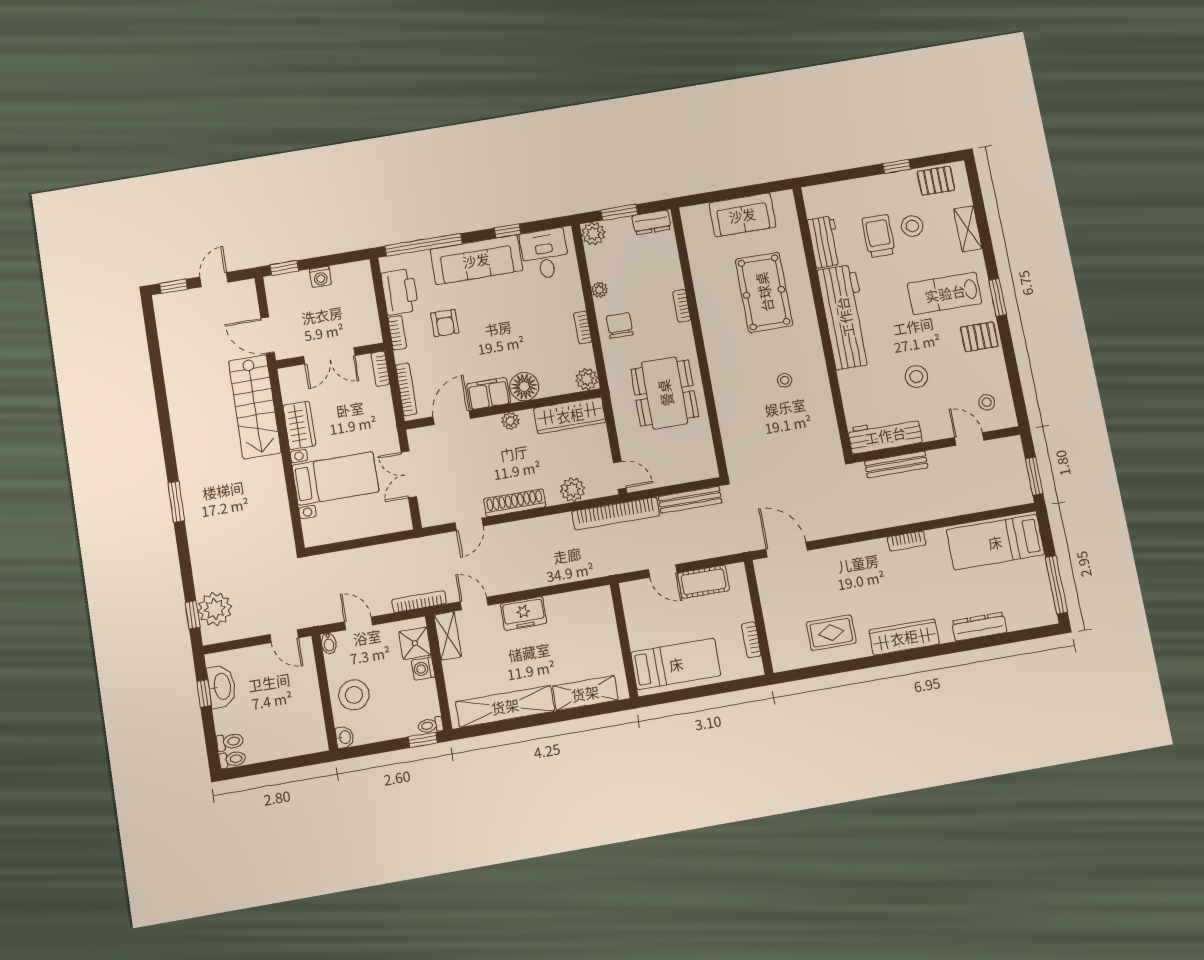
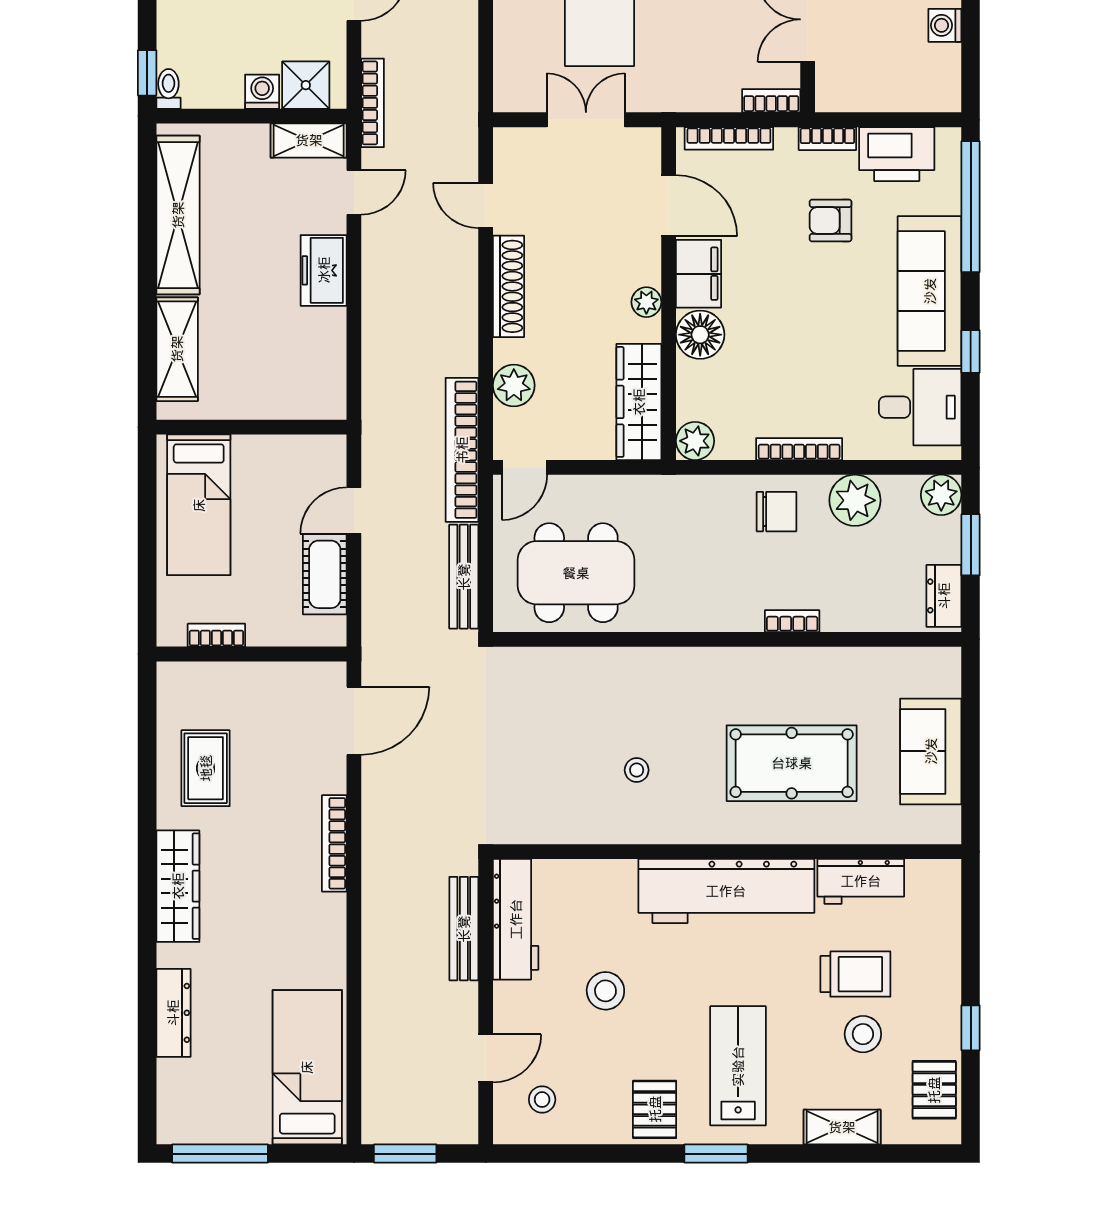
plant: (599, 290) -> (855, 500), width x1.88, depth x1.88
bookcase: (583, 328) -> (799, 449), width x1.56
dining table: (665, 393) -> (576, 573), moved
bookcase: (907, 541) -> (334, 843), moved, width x1.56

